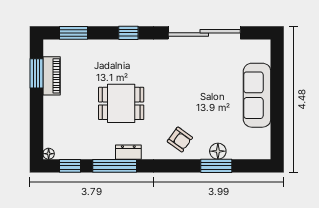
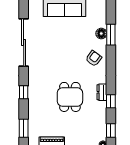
window: (115, 166) -> (111, 101), width x0.46

